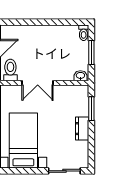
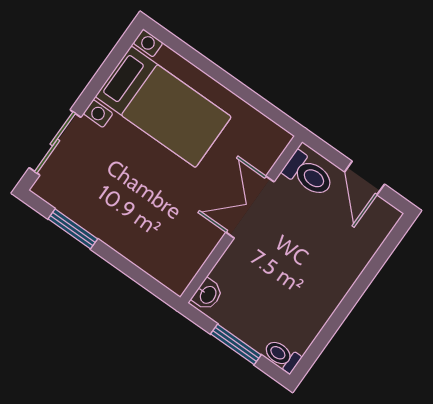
window: (91, 109) -> (73, 229), moved
dresser: (82, 129) -> (109, 229), removed

